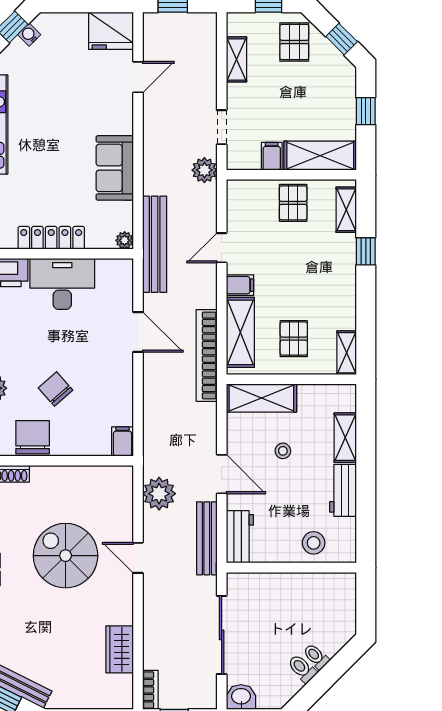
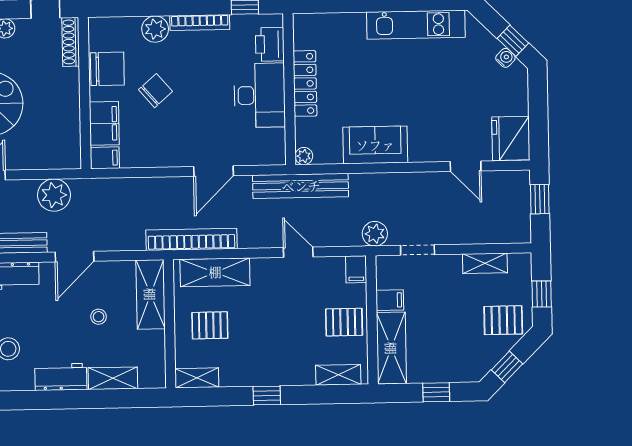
window: (366, 251) -> (267, 395), moved
filing cabinet: (240, 285) -> (356, 269), moved
filing cabinet: (88, 441) -> (104, 123), added

